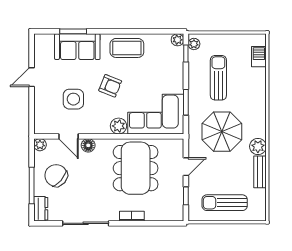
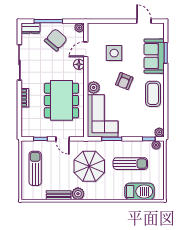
barbecue: (259, 57) -> (139, 191), width x1.88, depth x1.53
door: (32, 77) -> (144, 21), moved
dining table: (136, 168) -> (61, 100), turned 90

